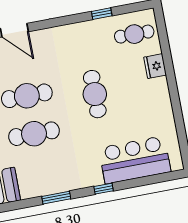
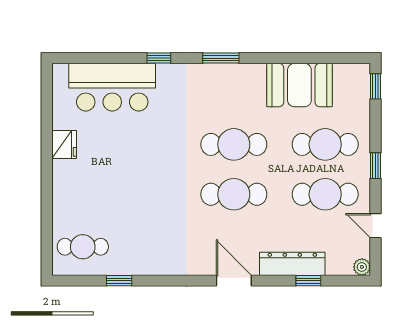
fridge: (155, 66) -> (64, 144), moved
cafe table: (95, 94) -> (147, 180), removed

